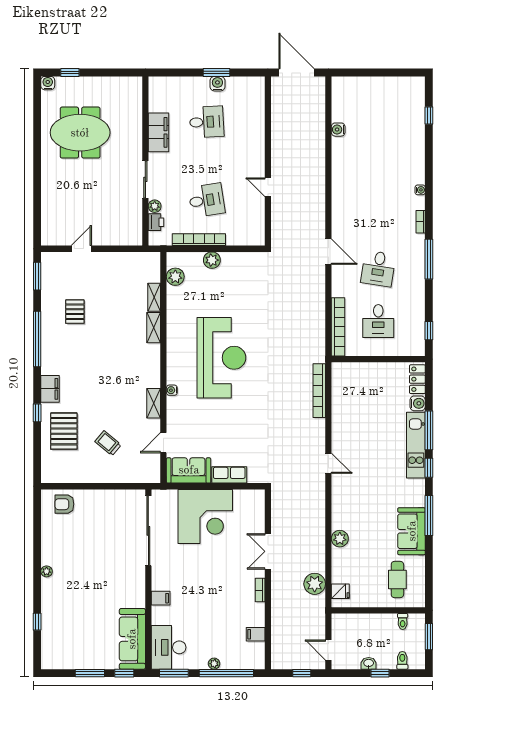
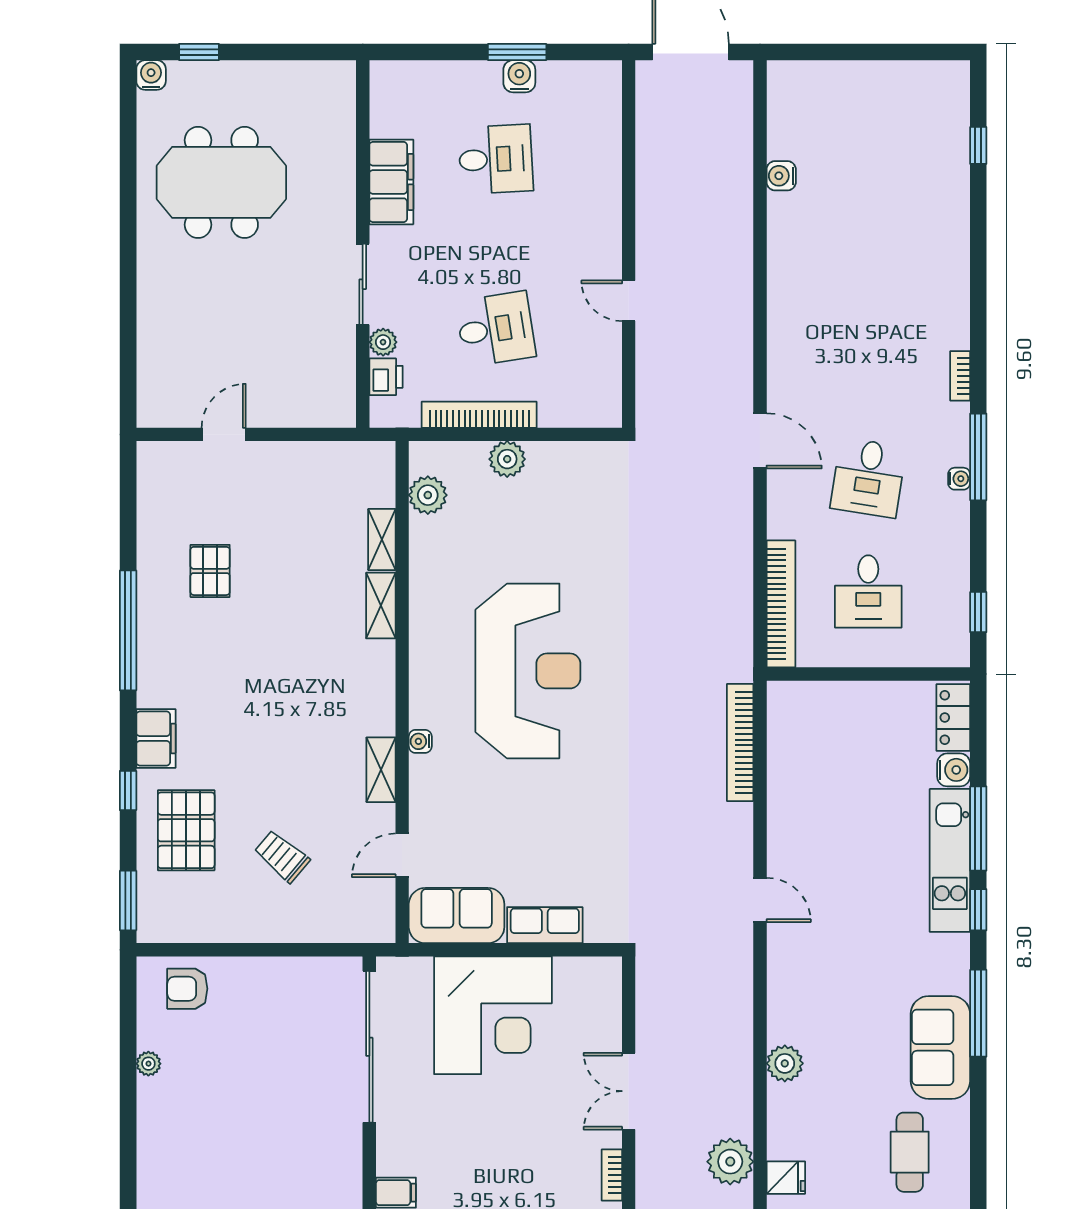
water cooler: (420, 190) -> (959, 479), moved
window: (37, 276) -> (128, 900), moved
plant: (47, 571) -> (148, 1064), moved

